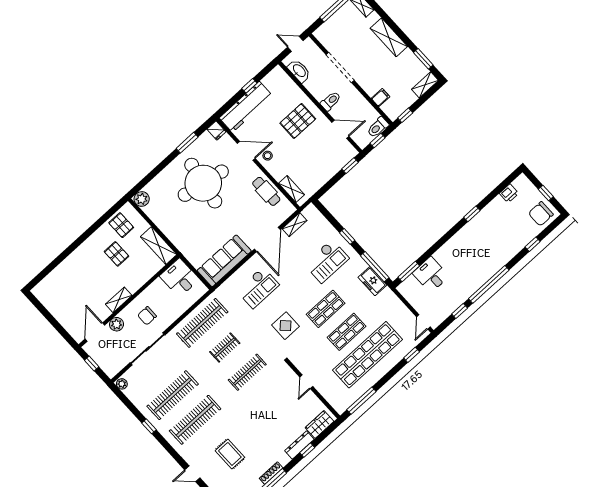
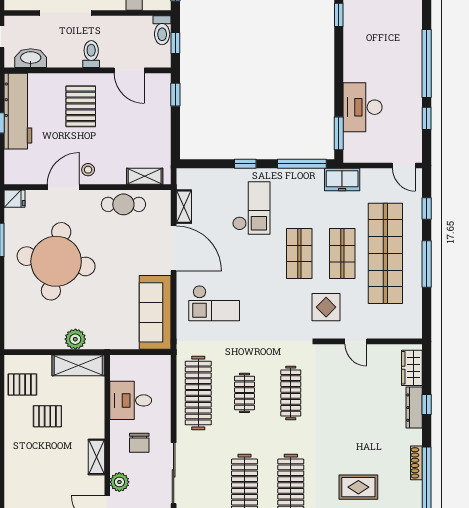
workbench: (246, 107) -> (18, 111), moved
door: (340, 129) -> (129, 70), swing flipped
plant: (142, 199) -> (75, 339), moved
desk: (431, 275) -> (363, 107), width x1.37
desk: (179, 278) -> (131, 400), moved
freezer: (372, 281) -> (342, 180), moved
checkout: (258, 288) -> (214, 303), turned 90
display table: (286, 326) -> (326, 307), moved
window: (361, 401) -> (427, 264), moved

